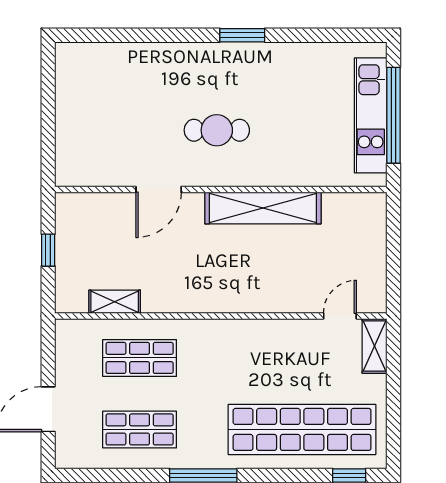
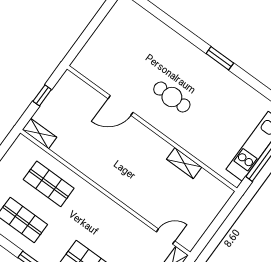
shelving: (263, 208) -> (184, 163), width x0.45, depth x0.75
shelving: (115, 302) -> (40, 134), moved

